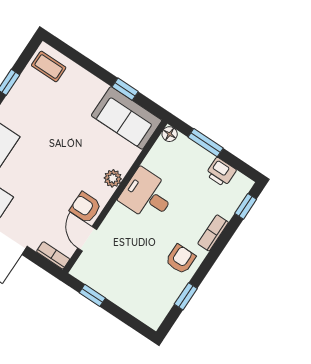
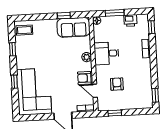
armchair: (181, 259) -> (117, 84), moved
window: (186, 296) -> (155, 95), moved

